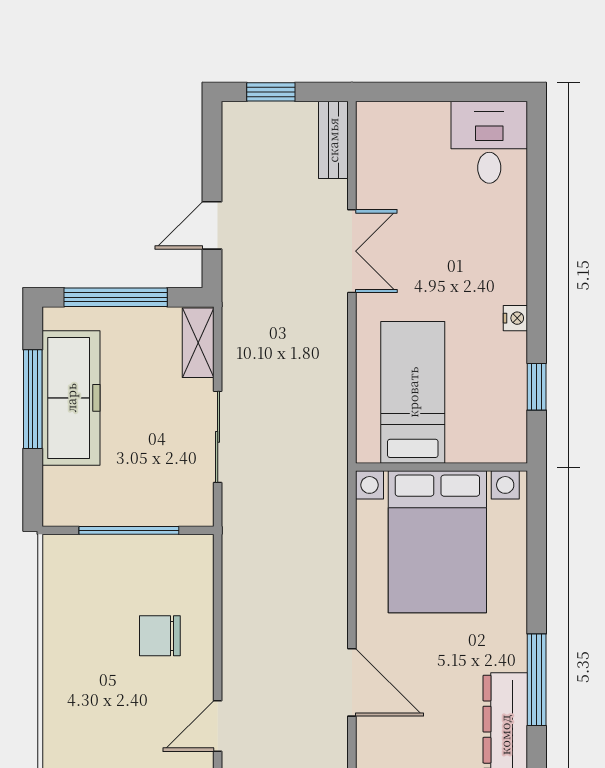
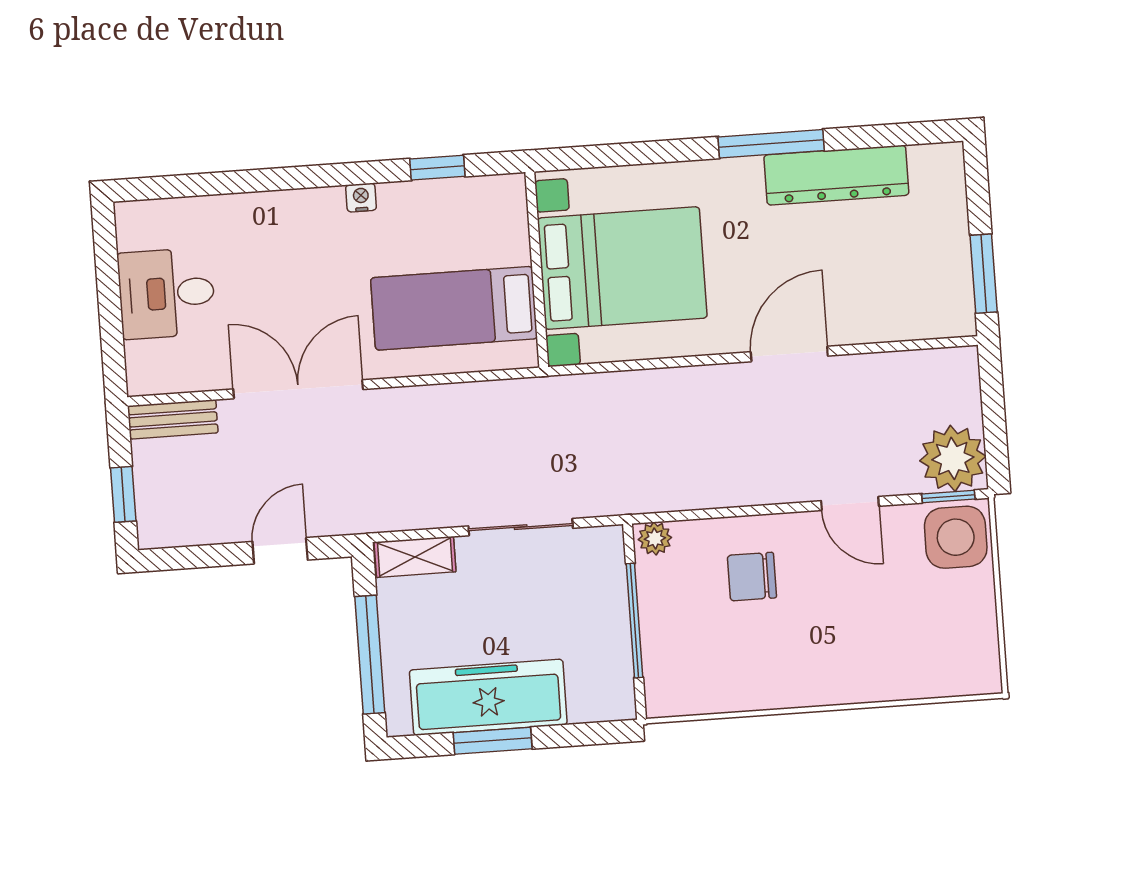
desk: (489, 142) -> (167, 293), moved
door: (212, 225) -> (280, 551), swing flipped
double door: (352, 251) -> (298, 389), width x1.37
window: (33, 399) -> (493, 741), width x0.69
plant: (199, 553) -> (655, 539), added
chair: (160, 636) -> (752, 577), turned 90

